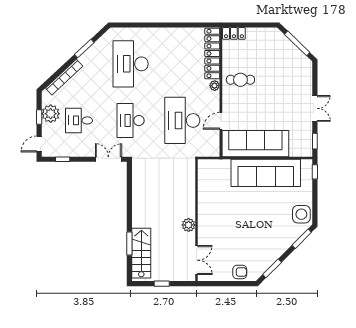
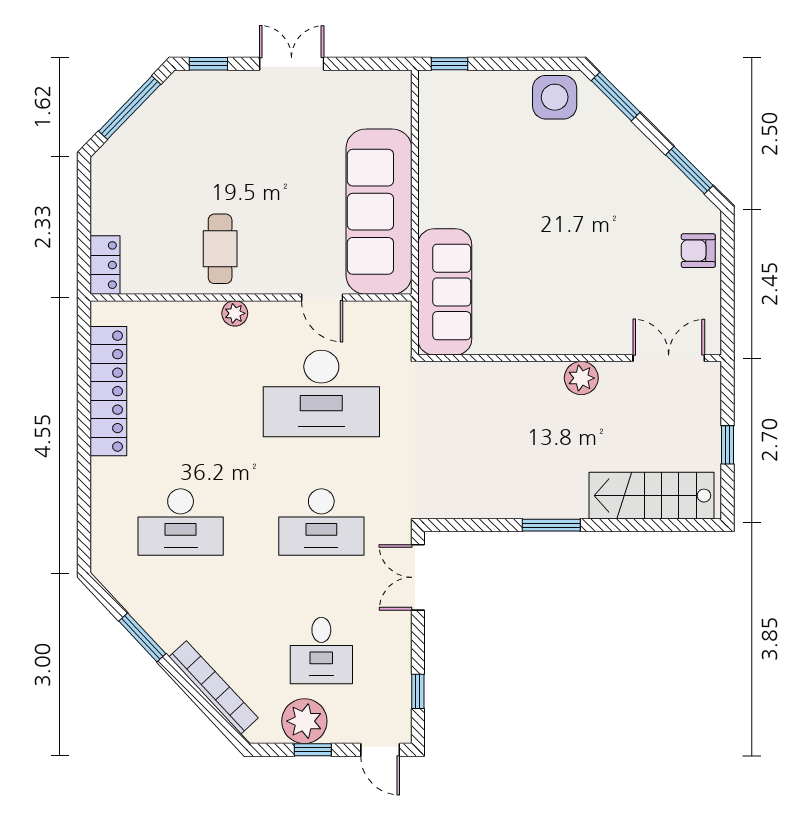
locker: (212, 54) -> (108, 391), moved, turned -90
desk: (131, 64) -> (181, 522), width x0.73, depth x0.77
window: (315, 141) -> (208, 64), moved
sofa: (266, 173) -> (445, 292), moved, width x0.74, depth x0.79
window: (129, 243) -> (551, 525), moved
armchair: (240, 272) -> (698, 251), turned -90

